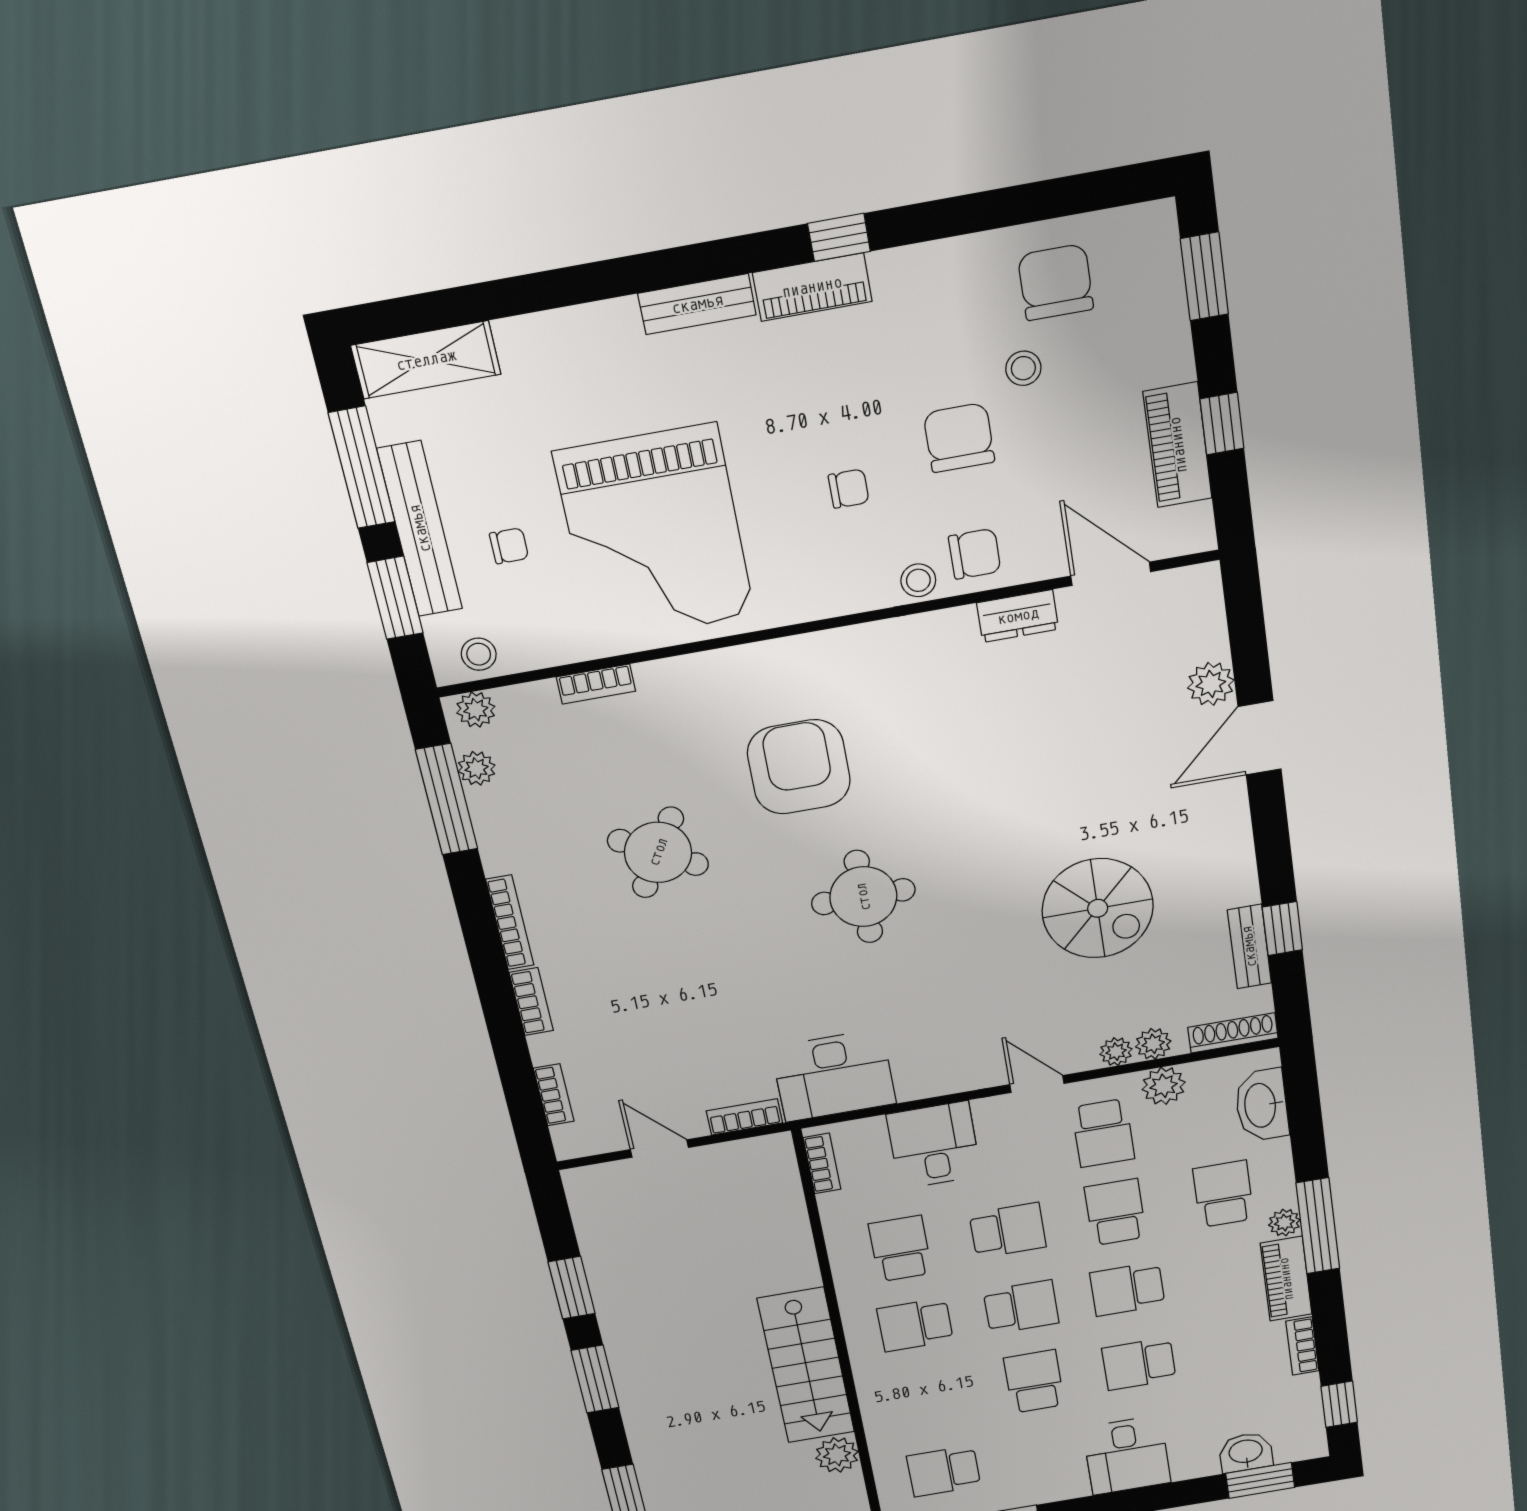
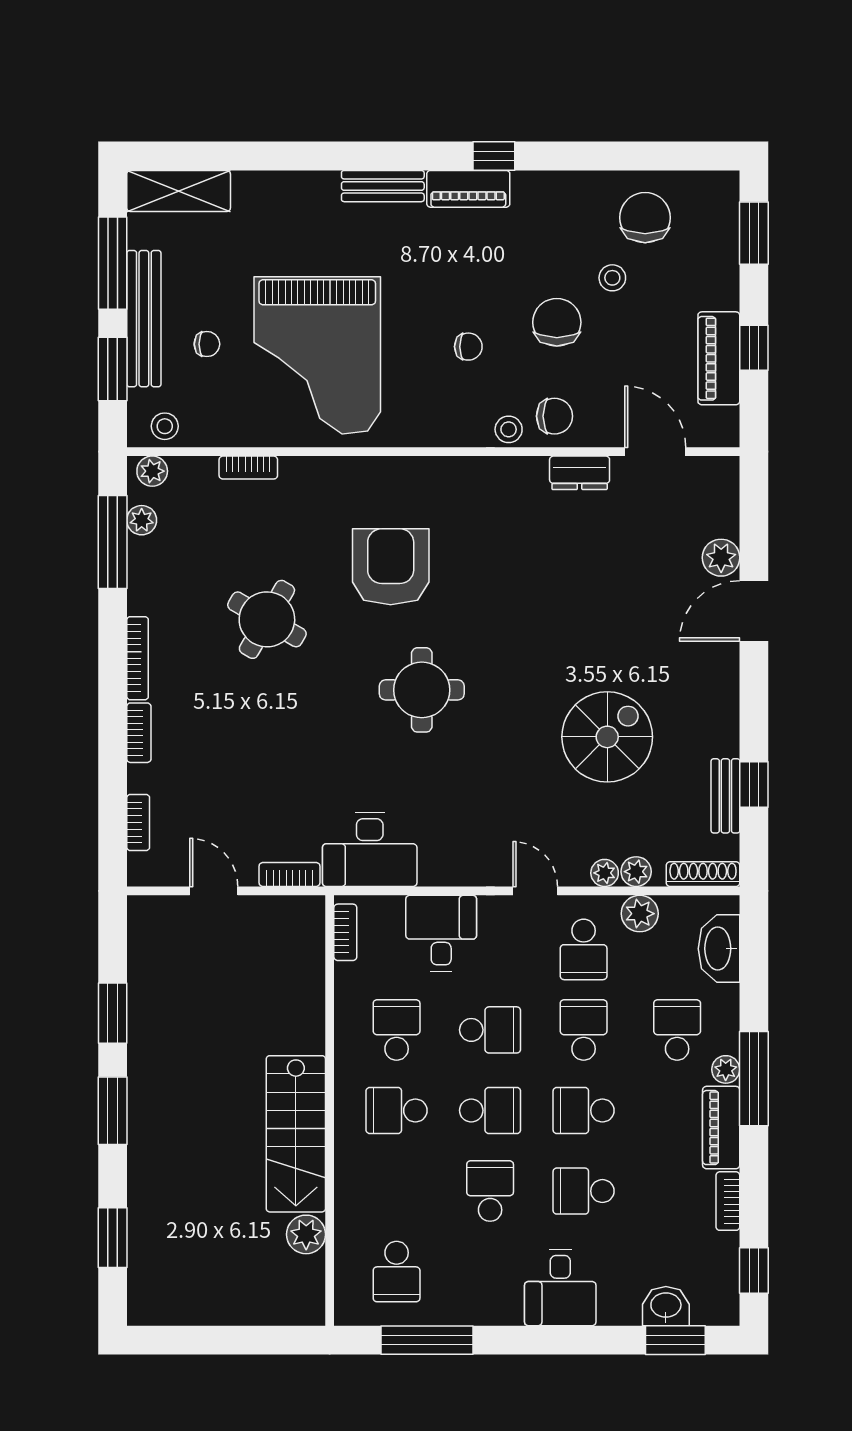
spiral stairs: (1098, 908) -> (607, 737), turned -90
school desk: (944, 1471) -> (397, 1272), turned -90

